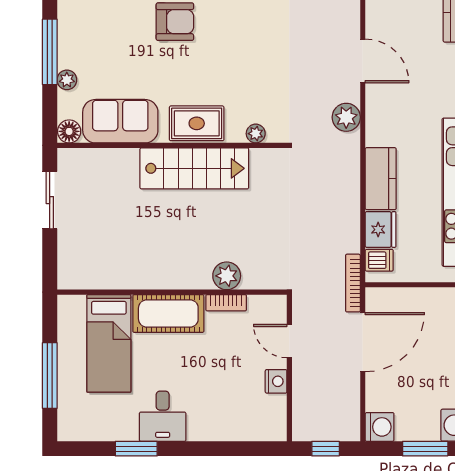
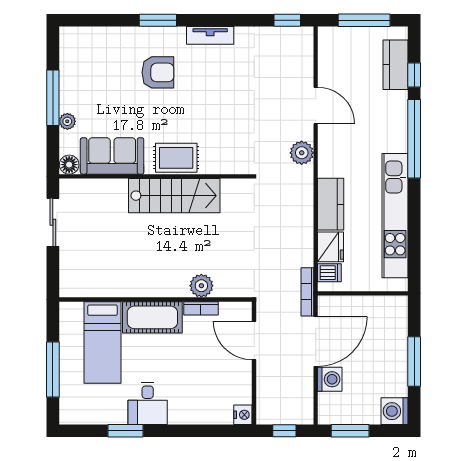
plant: (256, 134) -> (226, 166), removed
door: (289, 341) -> (254, 340), width x1.38
nightstand: (276, 381) -> (243, 415), moved
washing machine: (380, 427) -> (330, 379), moved
window: (425, 449) -> (350, 431), moved

